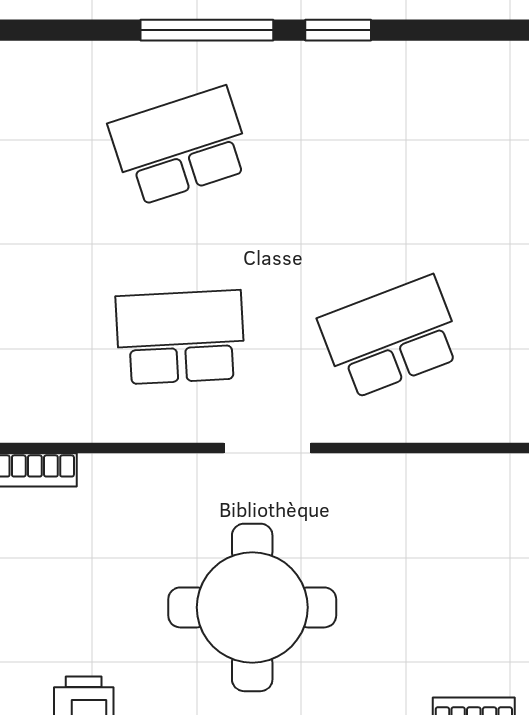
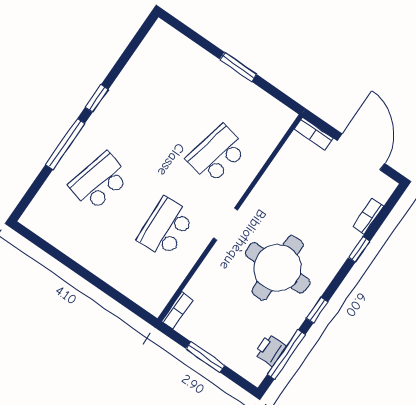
school desk: (180, 146) -> (99, 181), turned 33
school desk: (391, 337) -> (217, 154), turned 33

